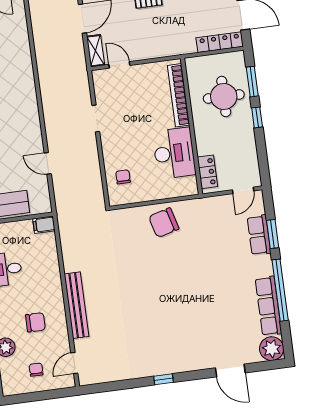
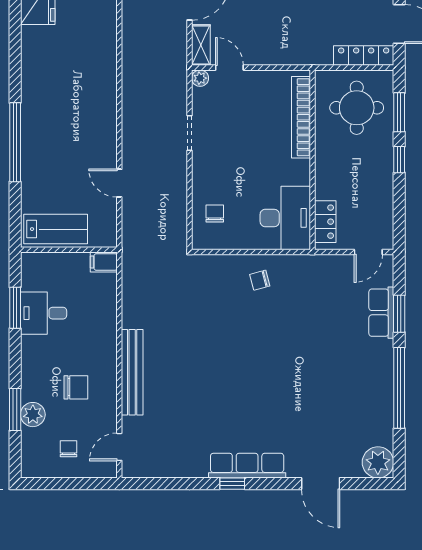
plant: (98, 76) -> (200, 78), added
round table: (224, 97) -> (357, 108), moved
desk: (174, 153) -> (285, 218), moved
chair: (164, 223) -> (260, 280), width x0.54, depth x0.54
row of seats: (268, 306) -> (247, 466), moved, turned 90

